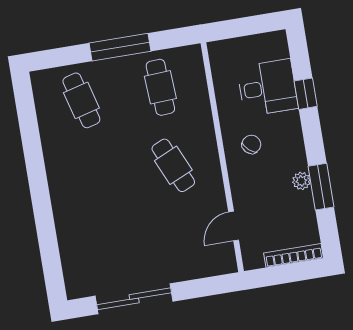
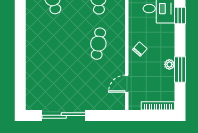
chair: (251, 144) -> (140, 49), moved
cafe table: (173, 165) -> (98, 44), turned 33

